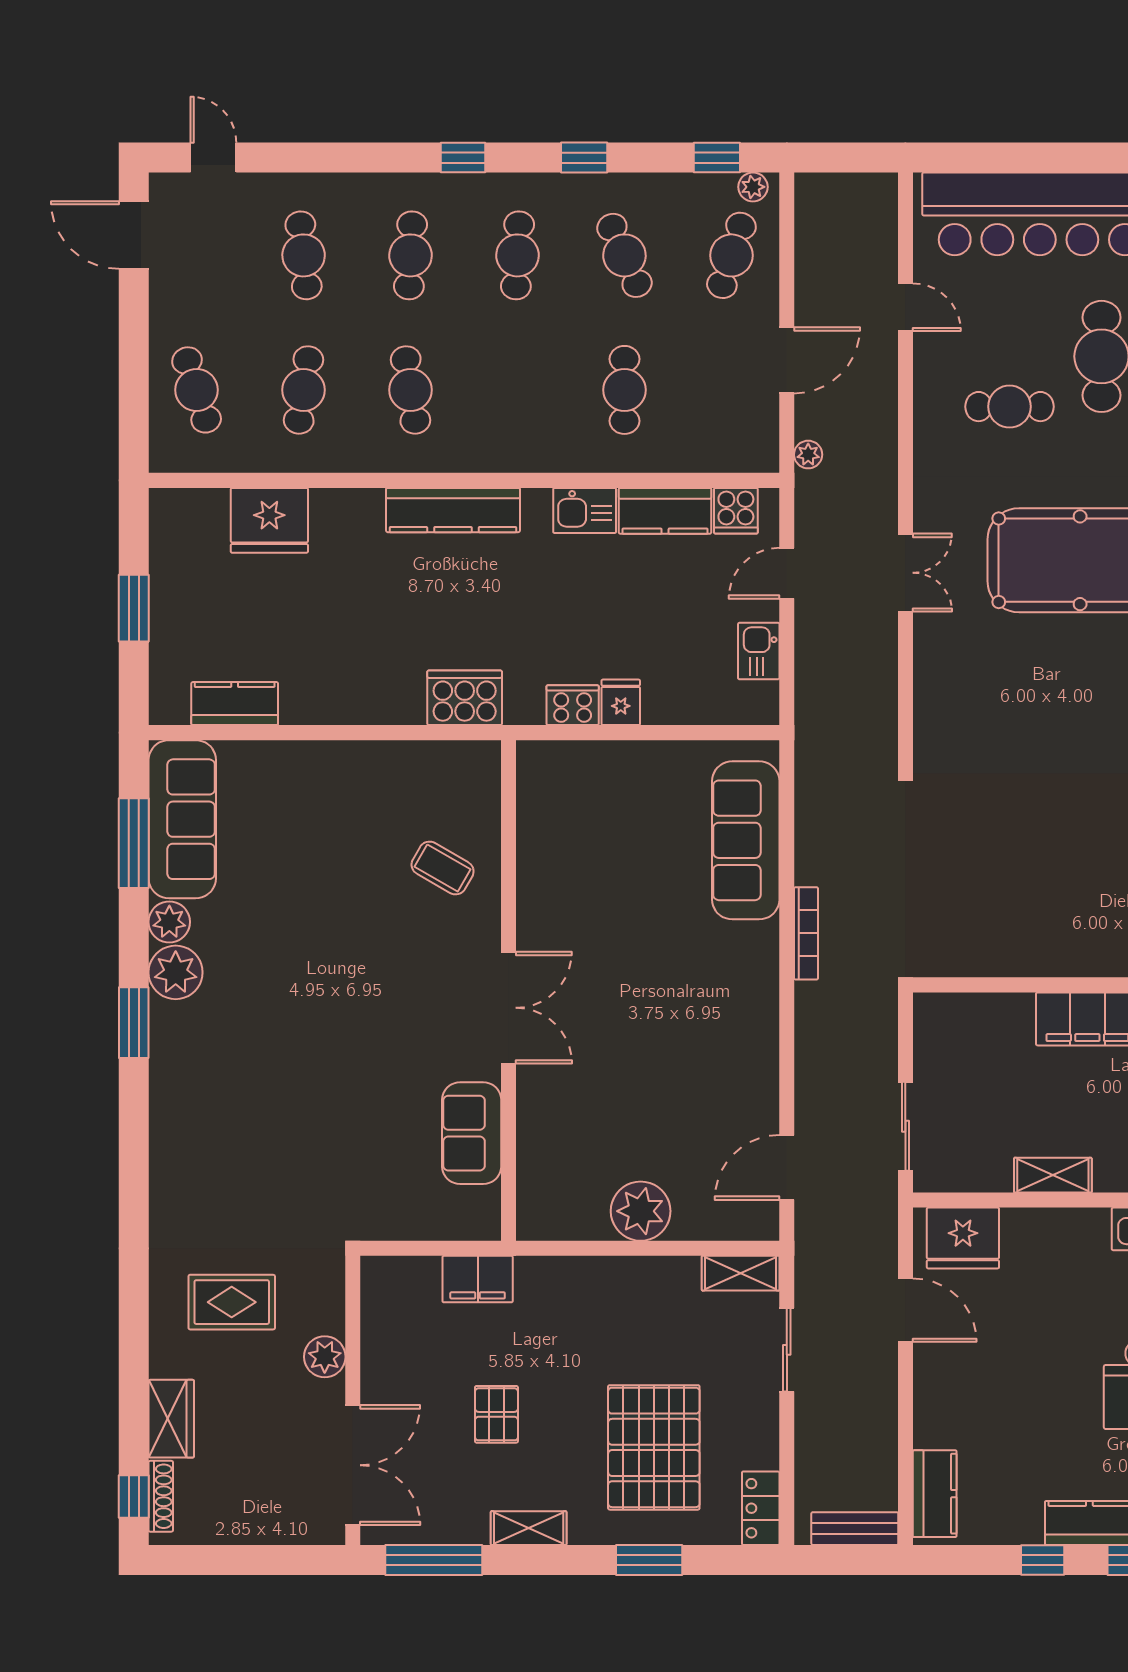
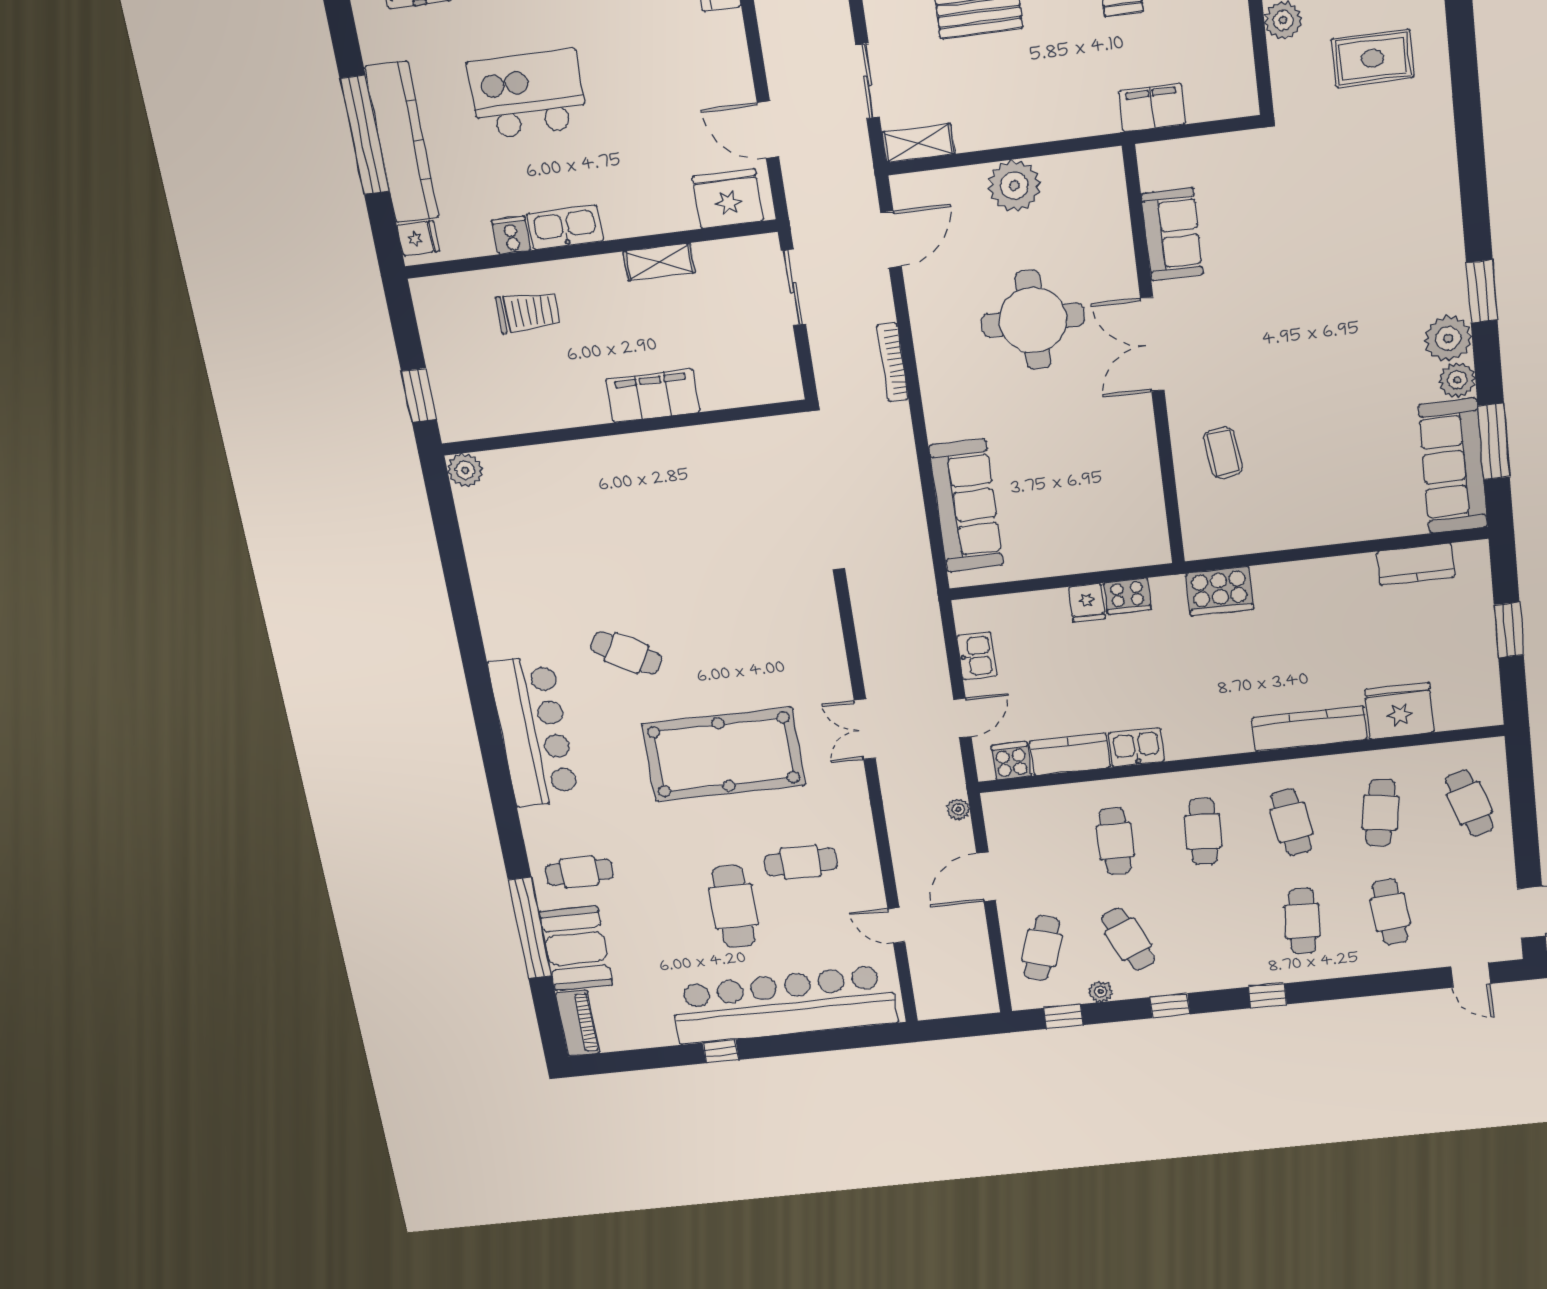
plant: (753, 187) -> (1101, 992), moved
cafe table: (517, 255) -> (1203, 832), moved
kitchen counter: (453, 510) -> (1309, 729), moved
coffee table: (443, 868) -> (1223, 453), turned 53
bookcase: (806, 933) -> (893, 362), moved
round table: (640, 1054) -> (1033, 320), added

